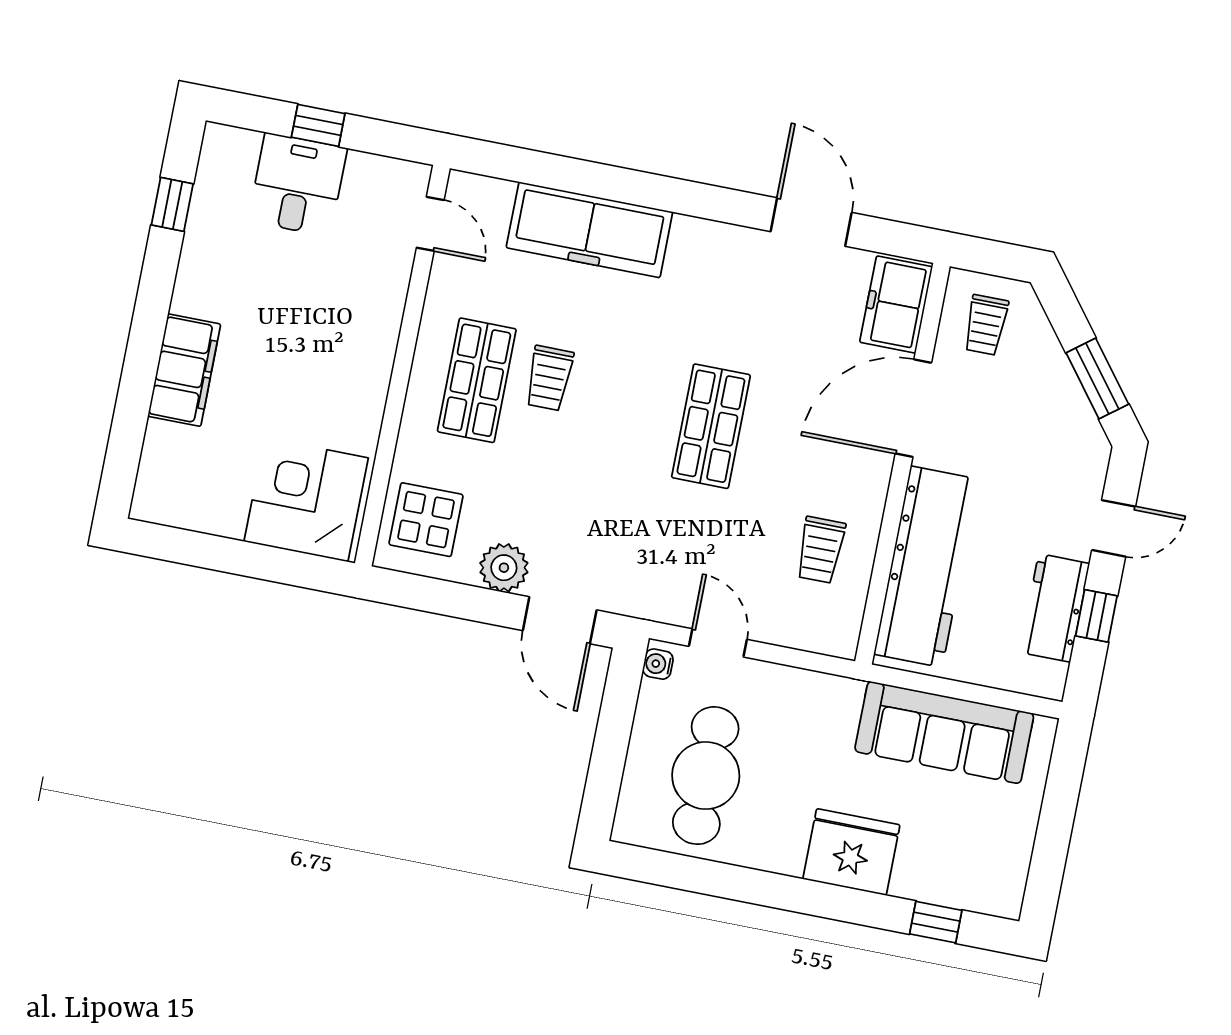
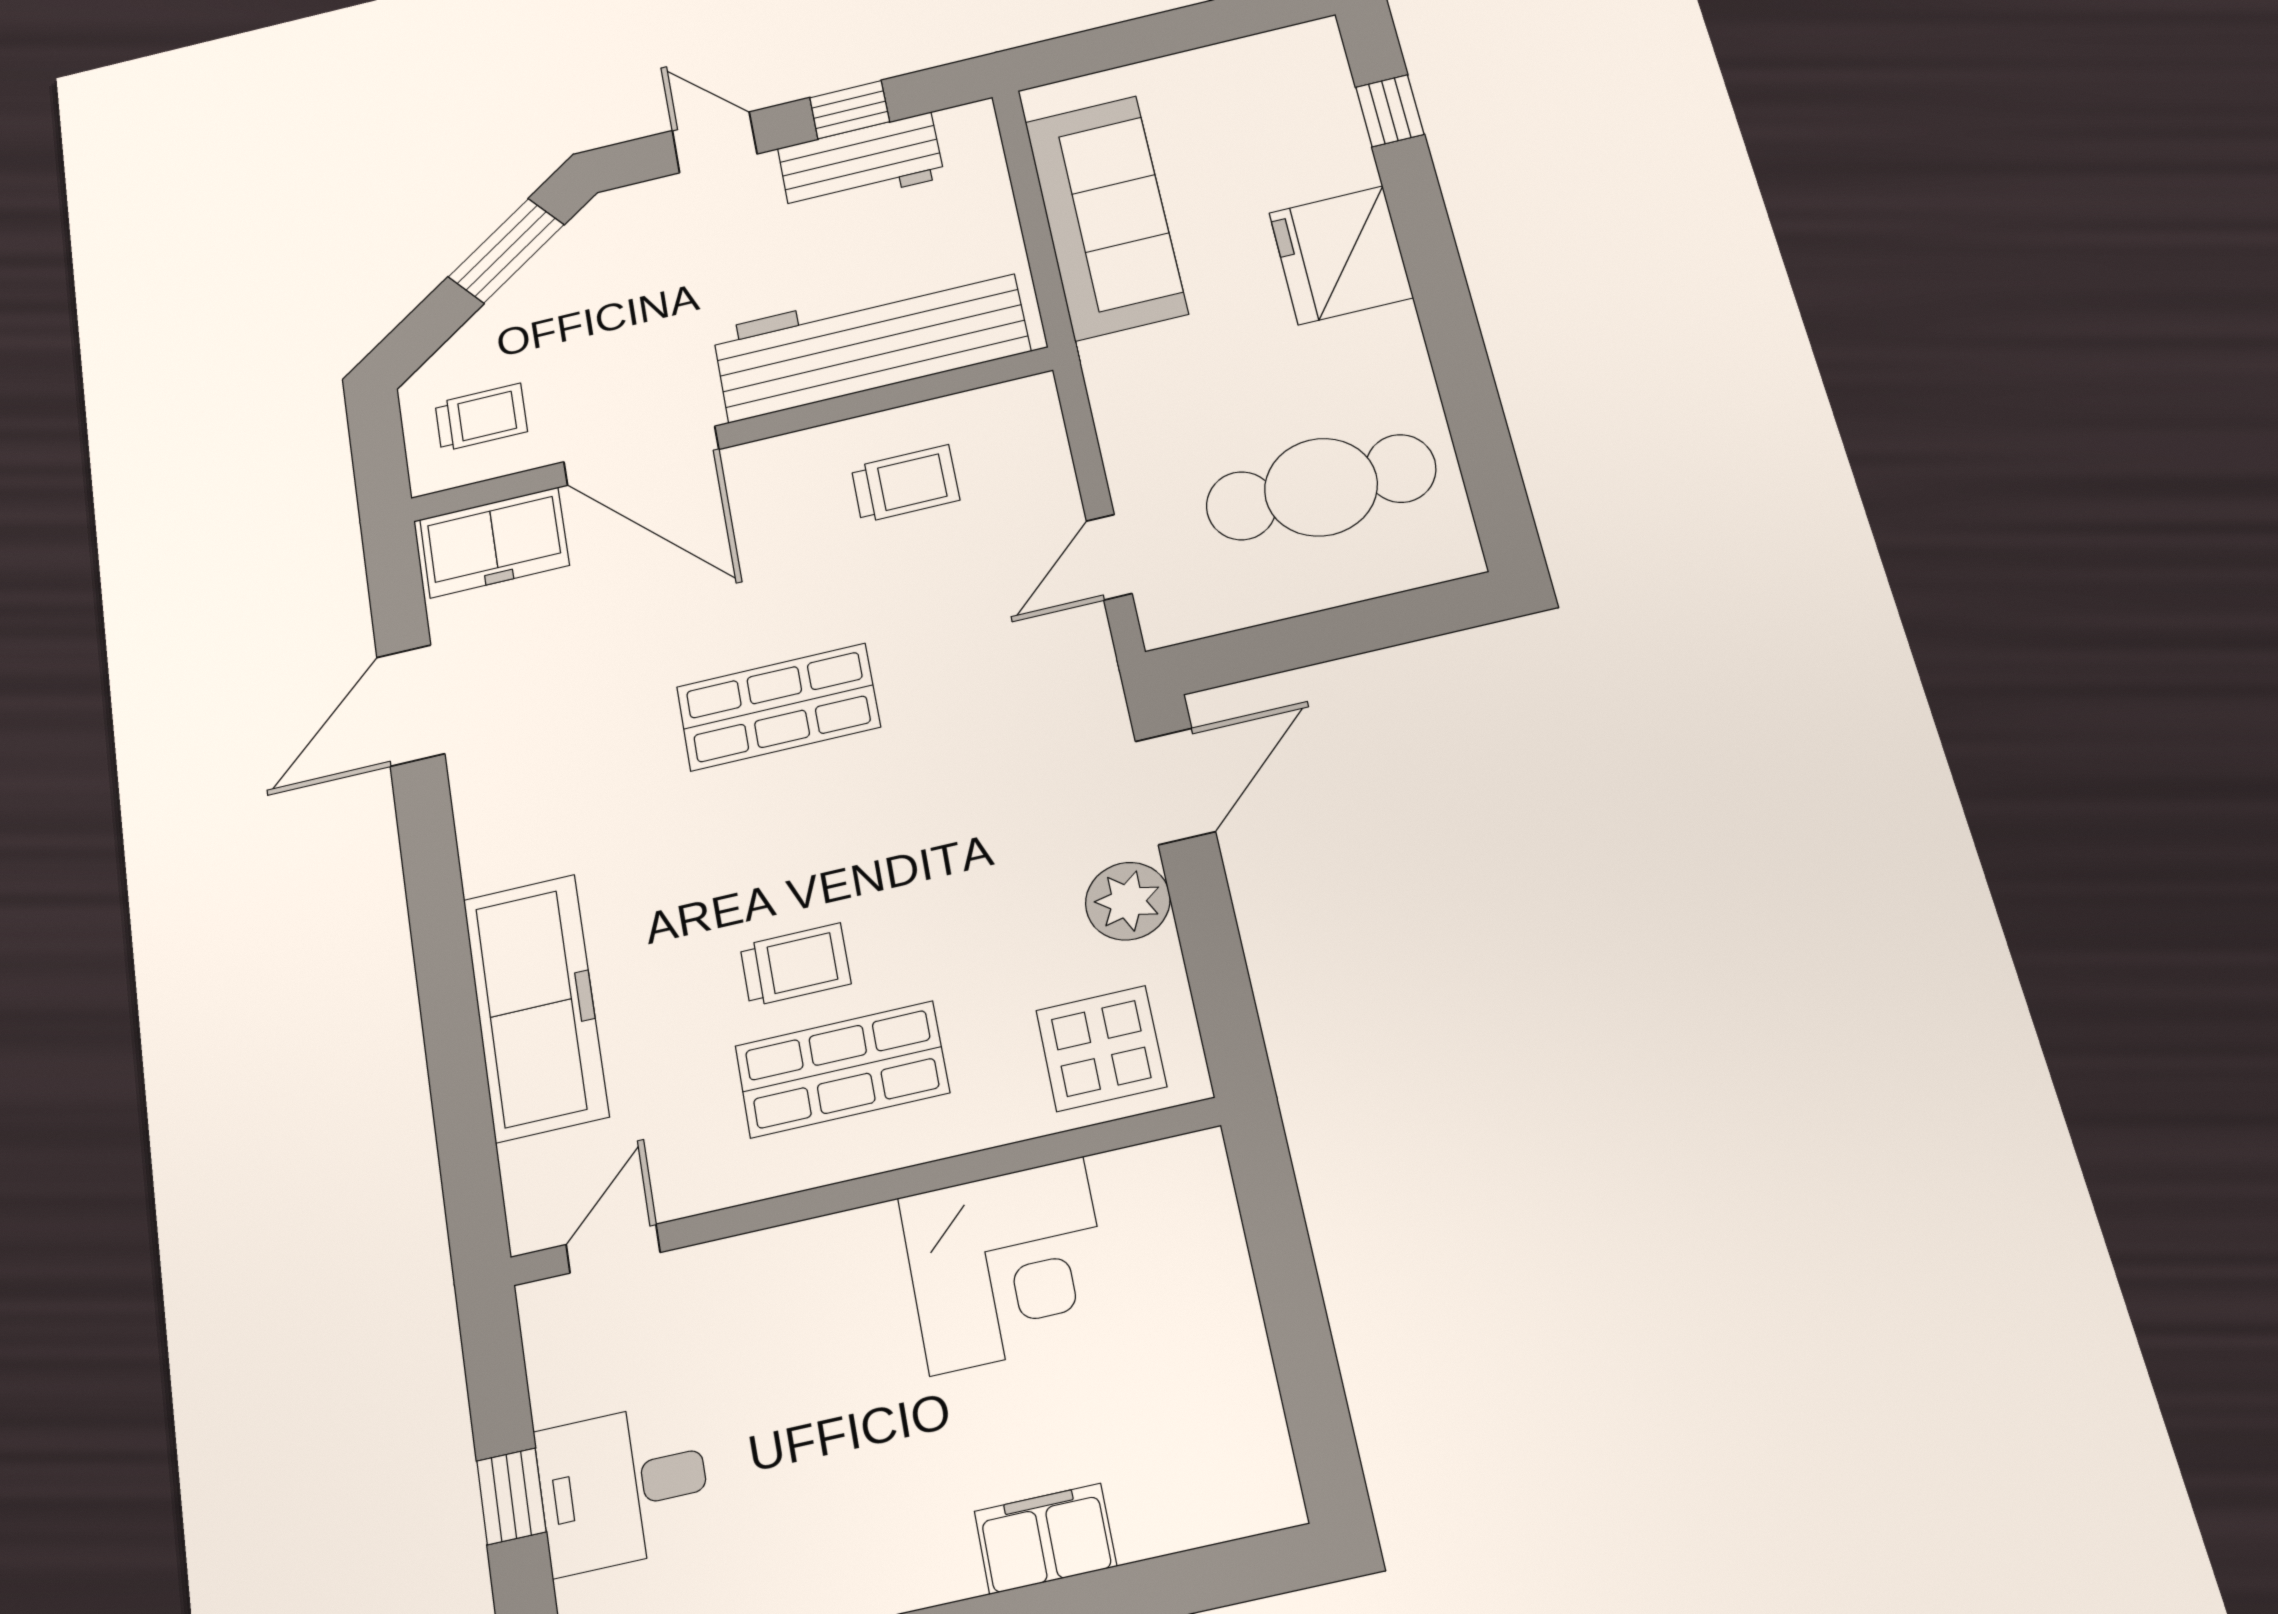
filing cabinet: (184, 370) -> (1045, 1539), width x0.67, depth x0.86
corner desk: (306, 500) -> (1007, 1265), moved, turned -90
water cooler: (658, 664) -> (1180, 623), removed

